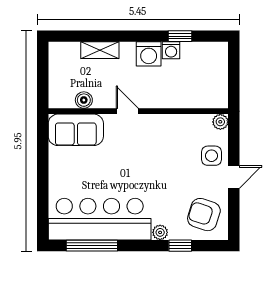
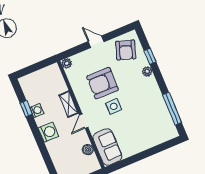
shelving: (100, 50) -> (69, 104), moved
washing machine: (149, 54) -> (48, 132), moved
side table: (212, 156) -> (114, 106), moved
armchair: (170, 161) -> (102, 83), added
bar counter: (100, 219) -> (154, 111), removed

